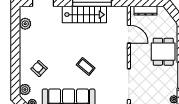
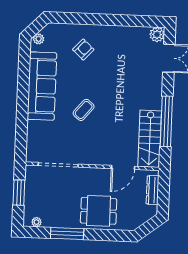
stairs: (84, 15) -> (150, 139), moved
plant: (25, 24) -> (157, 35), moved
plant: (25, 89) -> (57, 30), removed

